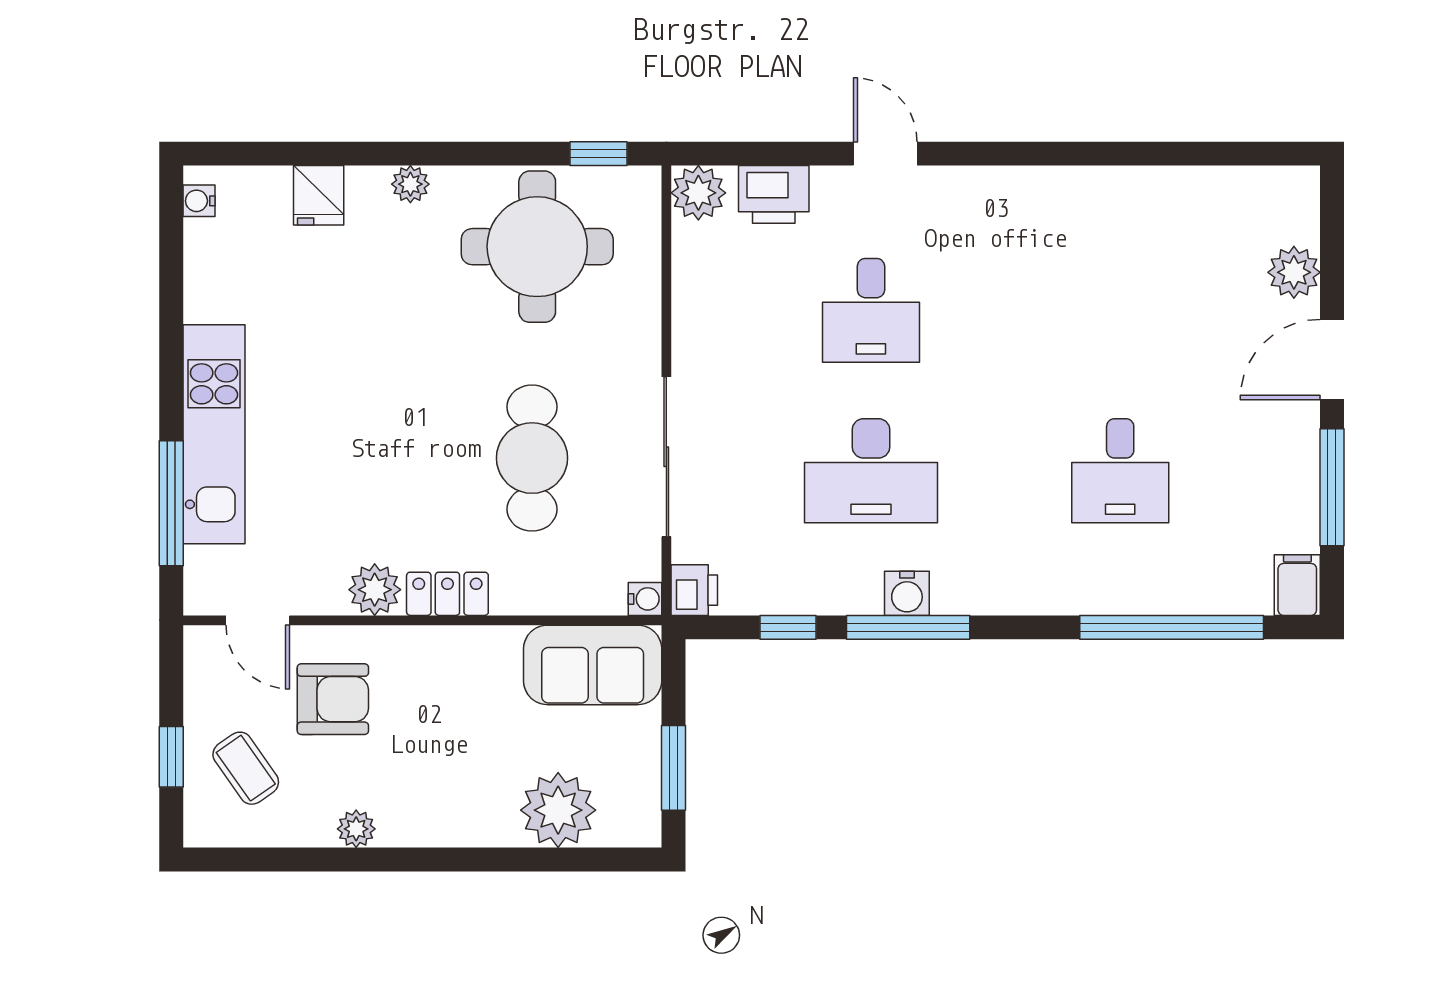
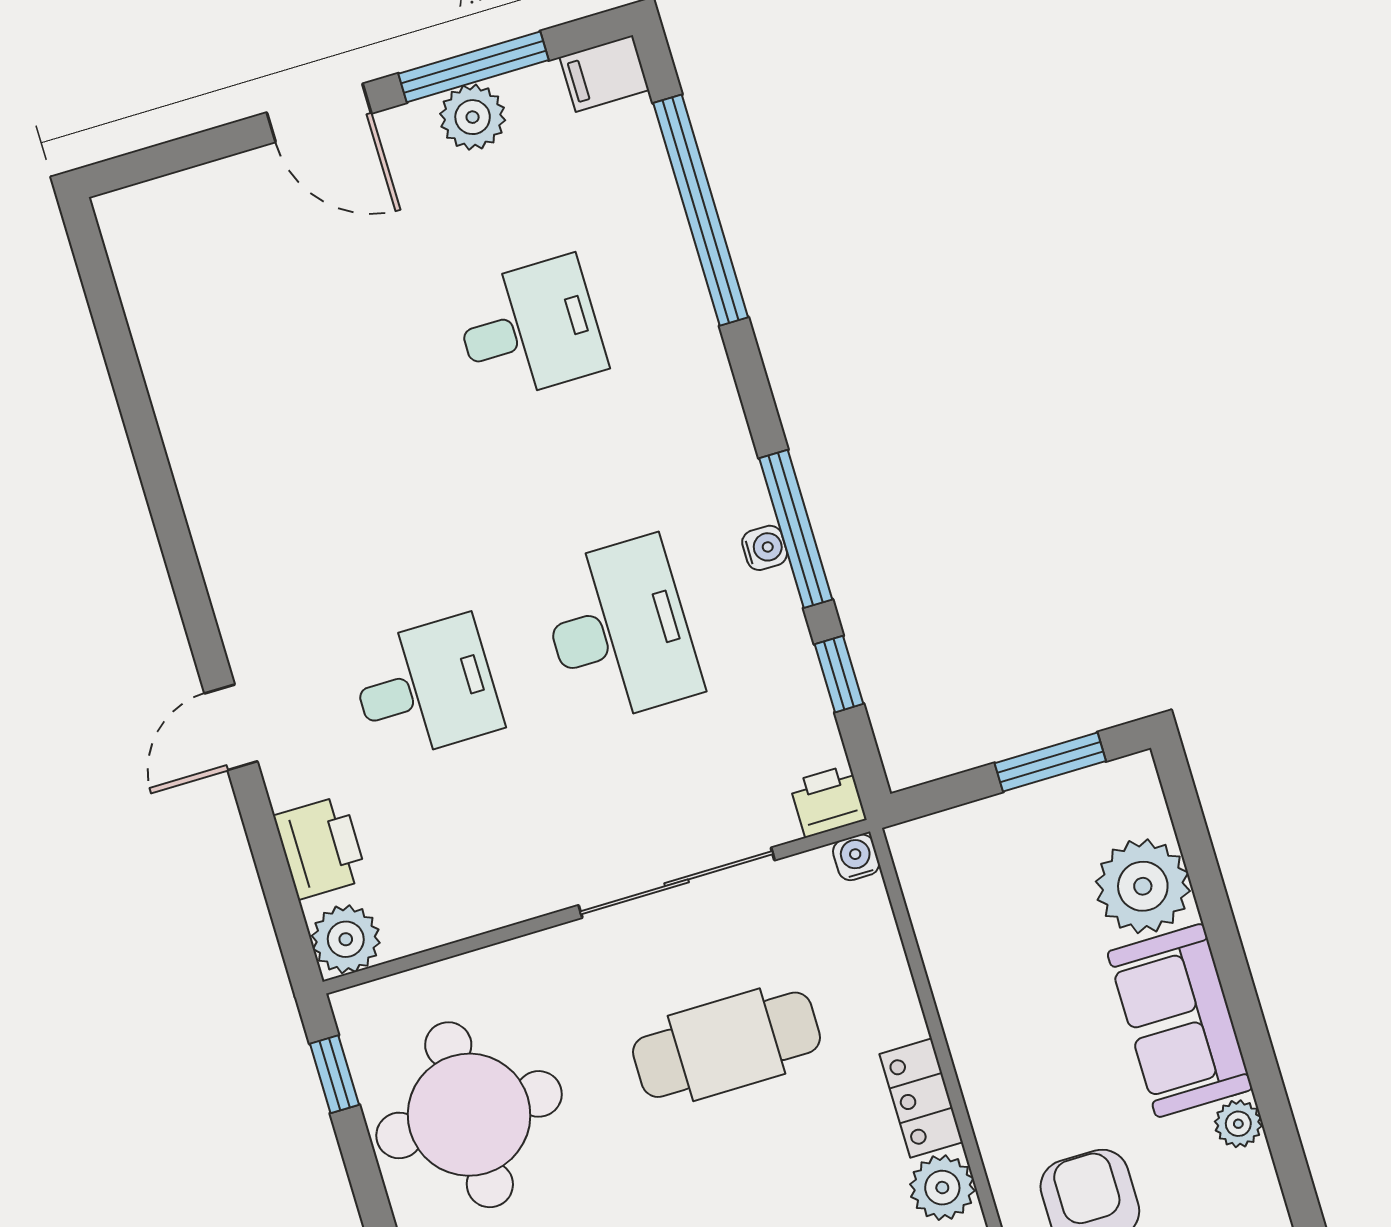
plant: (1294, 272) -> (473, 117), moved
water cooler: (907, 593) -> (765, 548), width x0.72, depth x0.72
sofa: (593, 665) -> (1180, 1021), moved, turned 180

